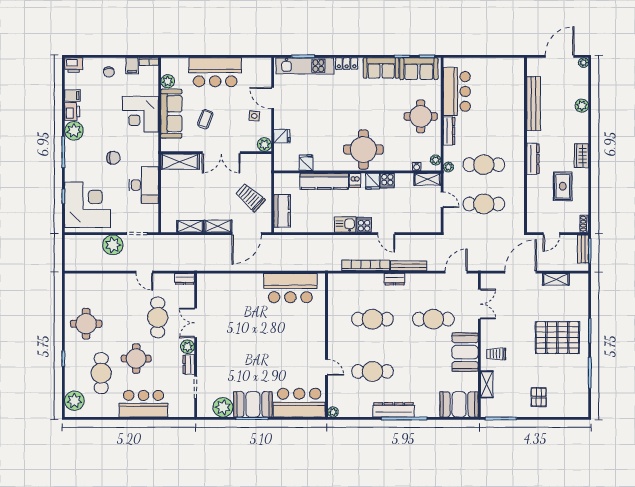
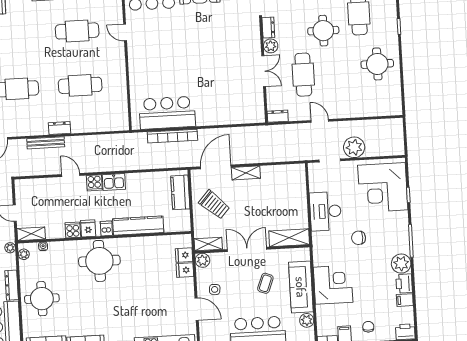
fridge: (306, 163) -> (184, 255), moved, turned 90
shelving: (190, 226) -> (208, 244), moved
bookcase: (366, 265) -> (172, 136), moved

